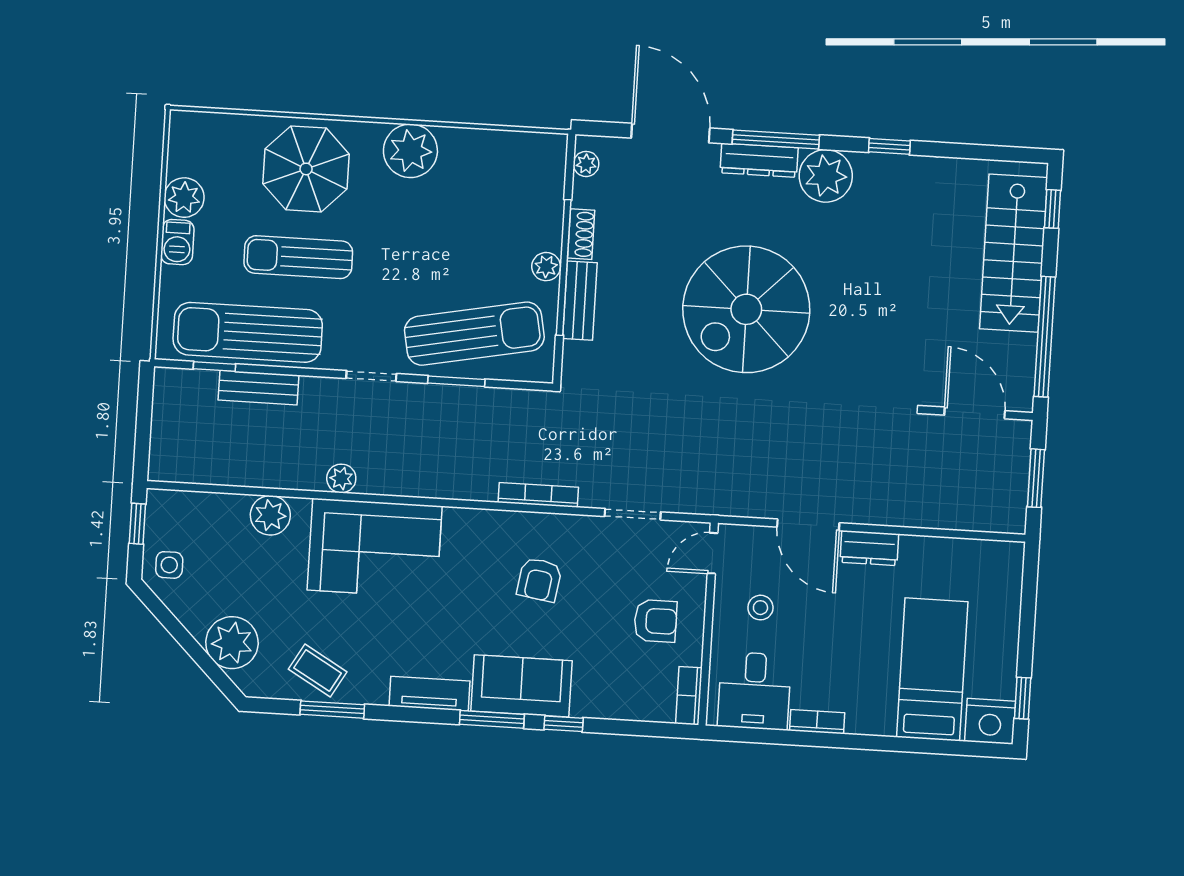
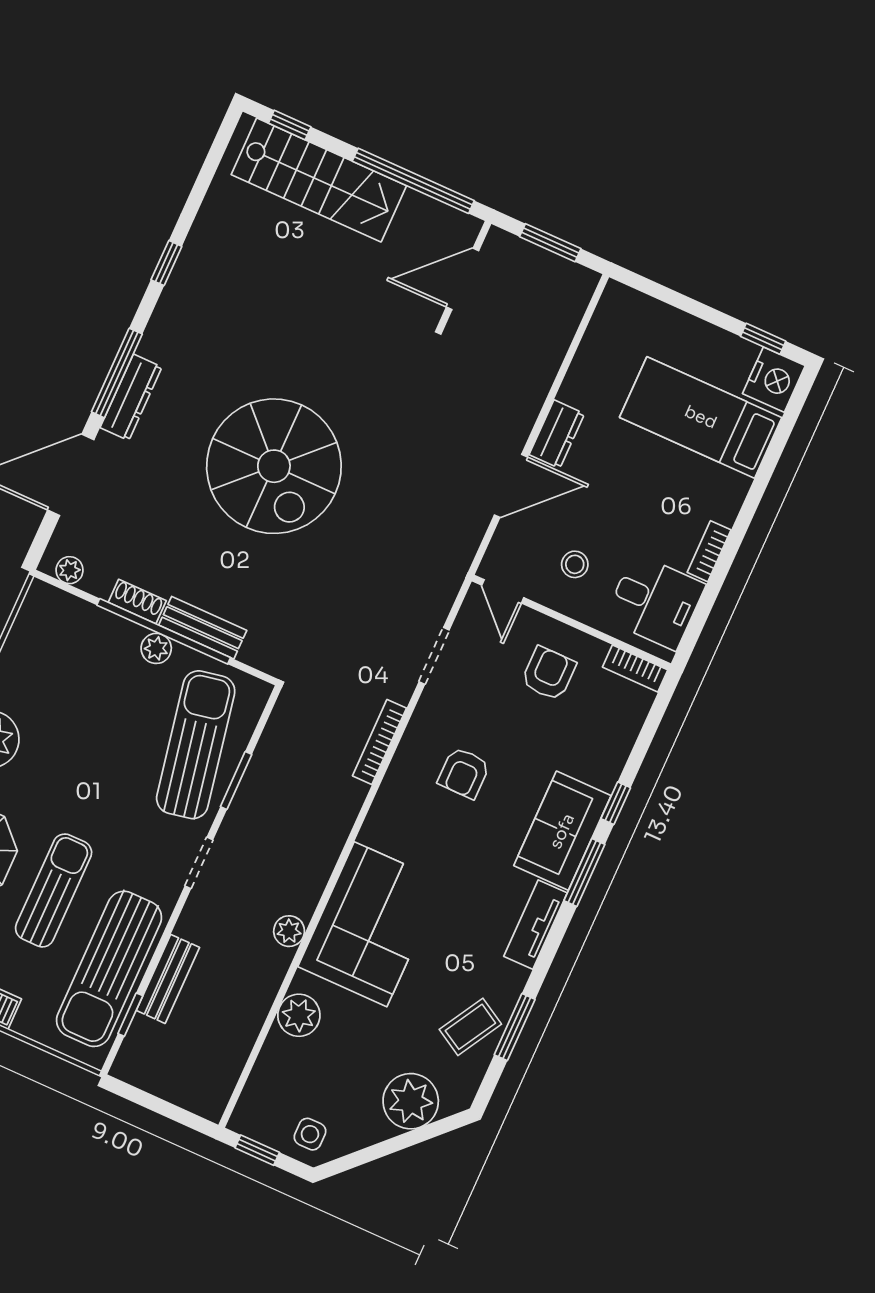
plant: (826, 176) -> (172, 337), removed
sun lounger: (298, 257) -> (54, 890), turned 180
armchair: (539, 580) -> (464, 773), turned 81

